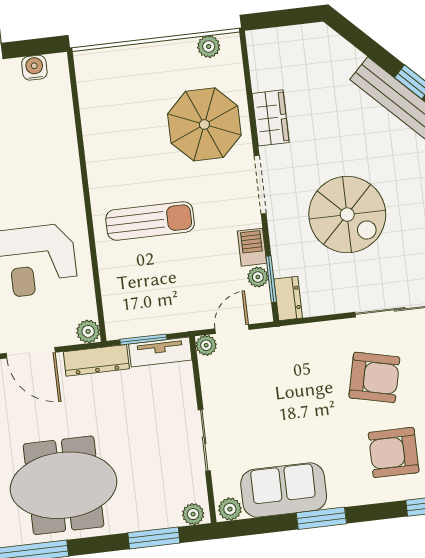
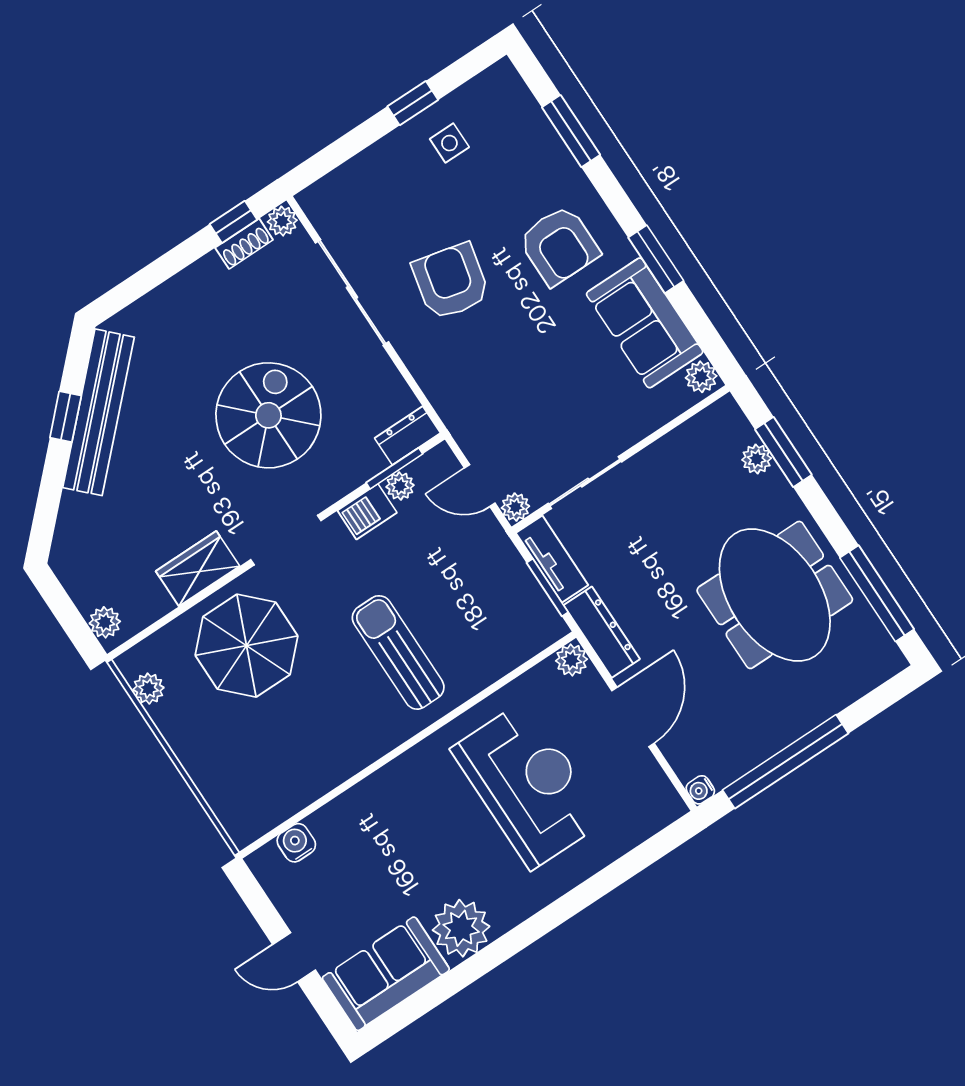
plant: (266, 40) -> (105, 622), added
water cooler: (34, 68) -> (296, 843), moved, turned 90
sliding door: (204, 440) -> (585, 483), moved
armchair: (394, 452) -> (559, 245), moved
plant: (193, 514) -> (757, 459), moved

